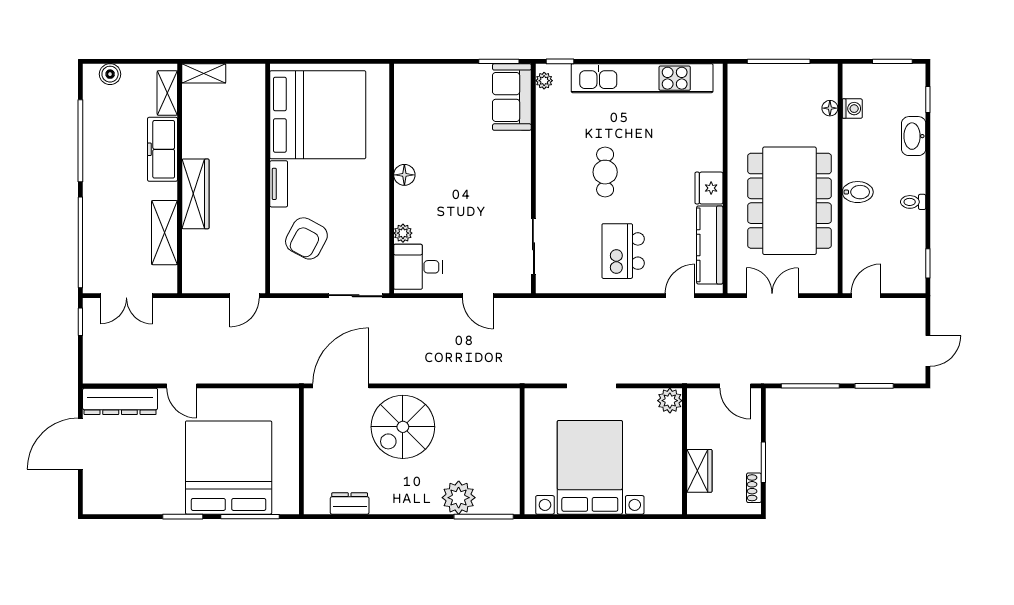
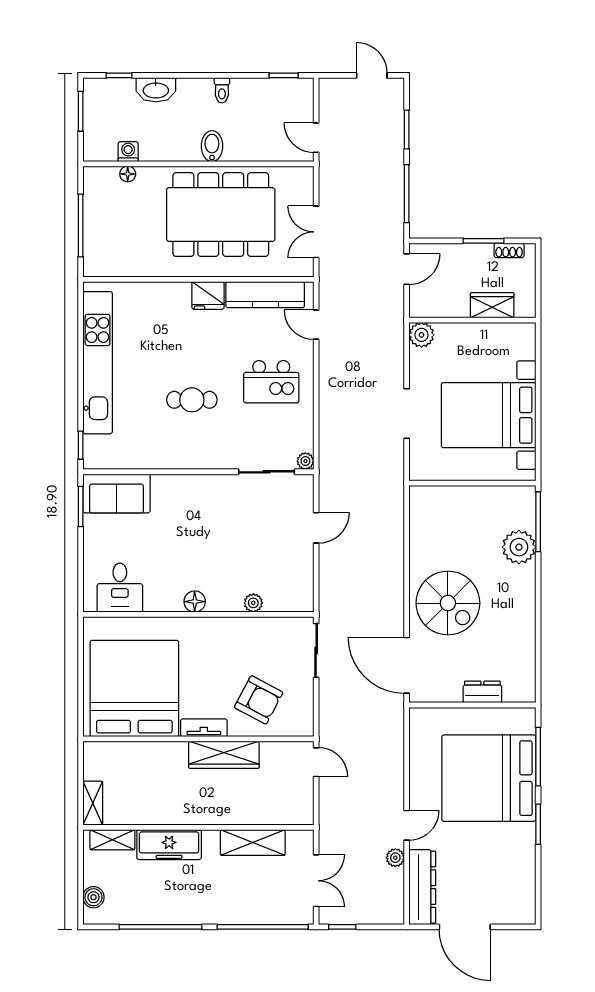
plant: (544, 81) -> (305, 461), moved
wardrobe: (195, 194) -> (224, 755), moved, turned 180
desk: (418, 267) -> (120, 588), moved
plant: (149, 374) -> (395, 858), added
dresser: (350, 503) -> (482, 692), moved, turned 90

